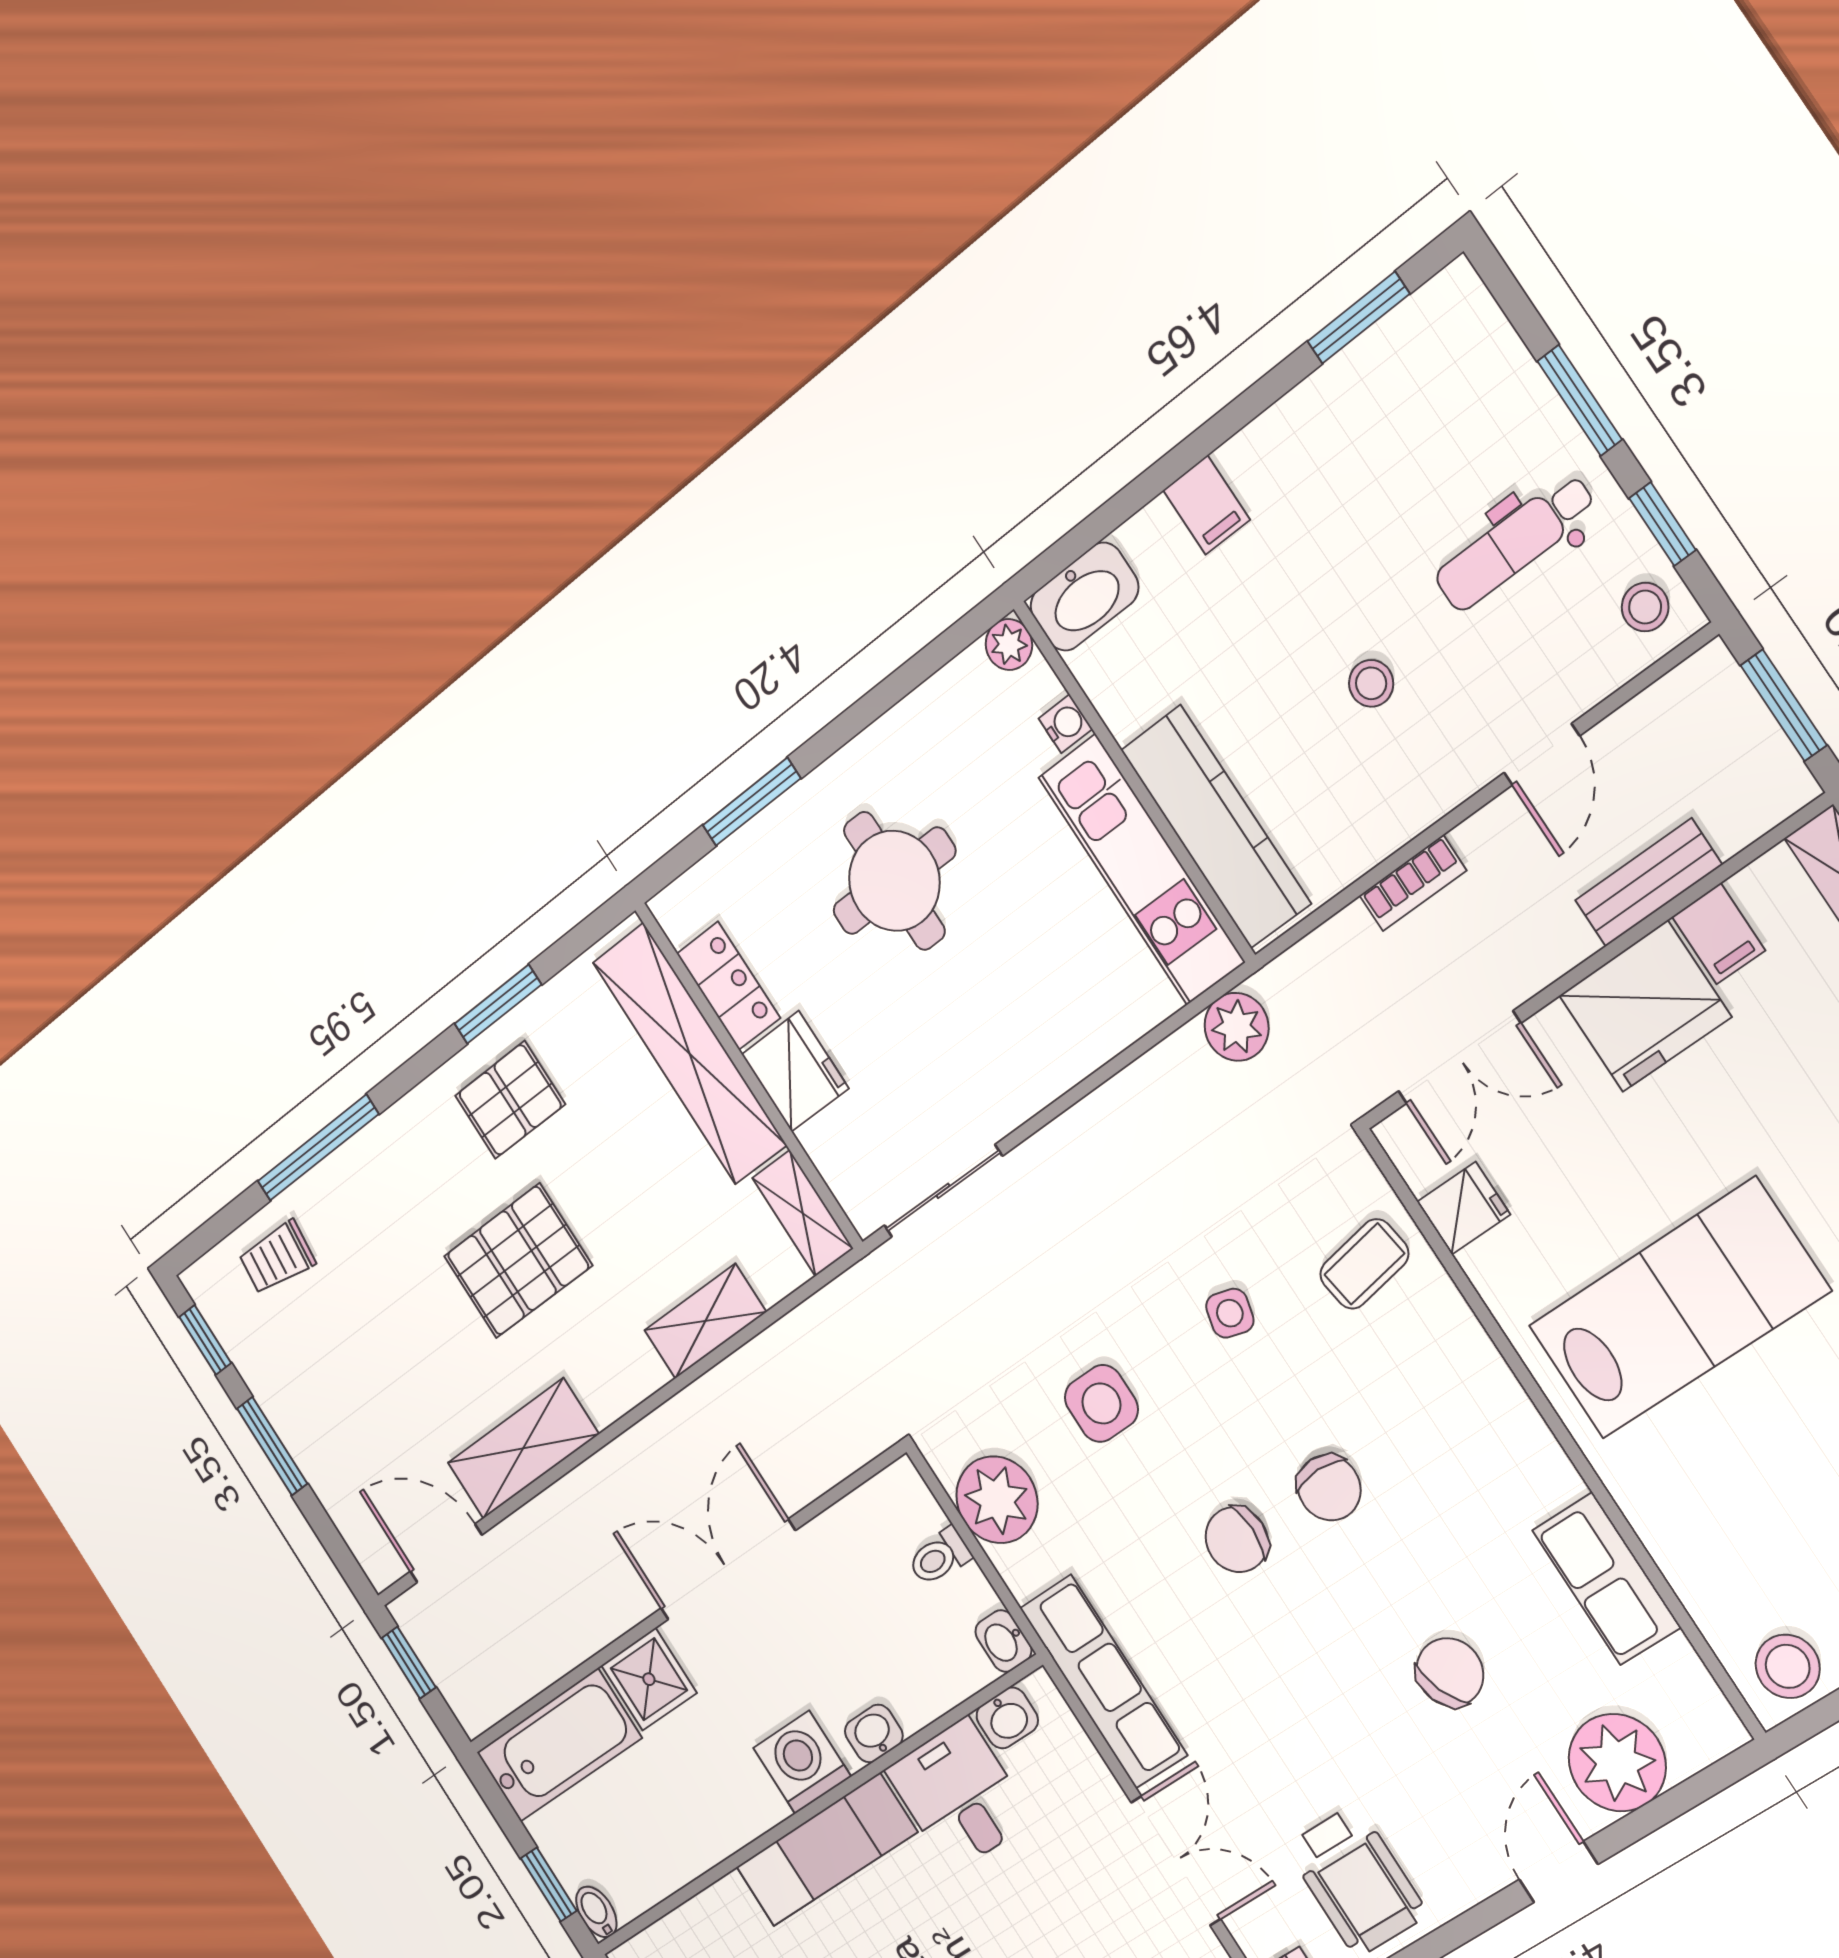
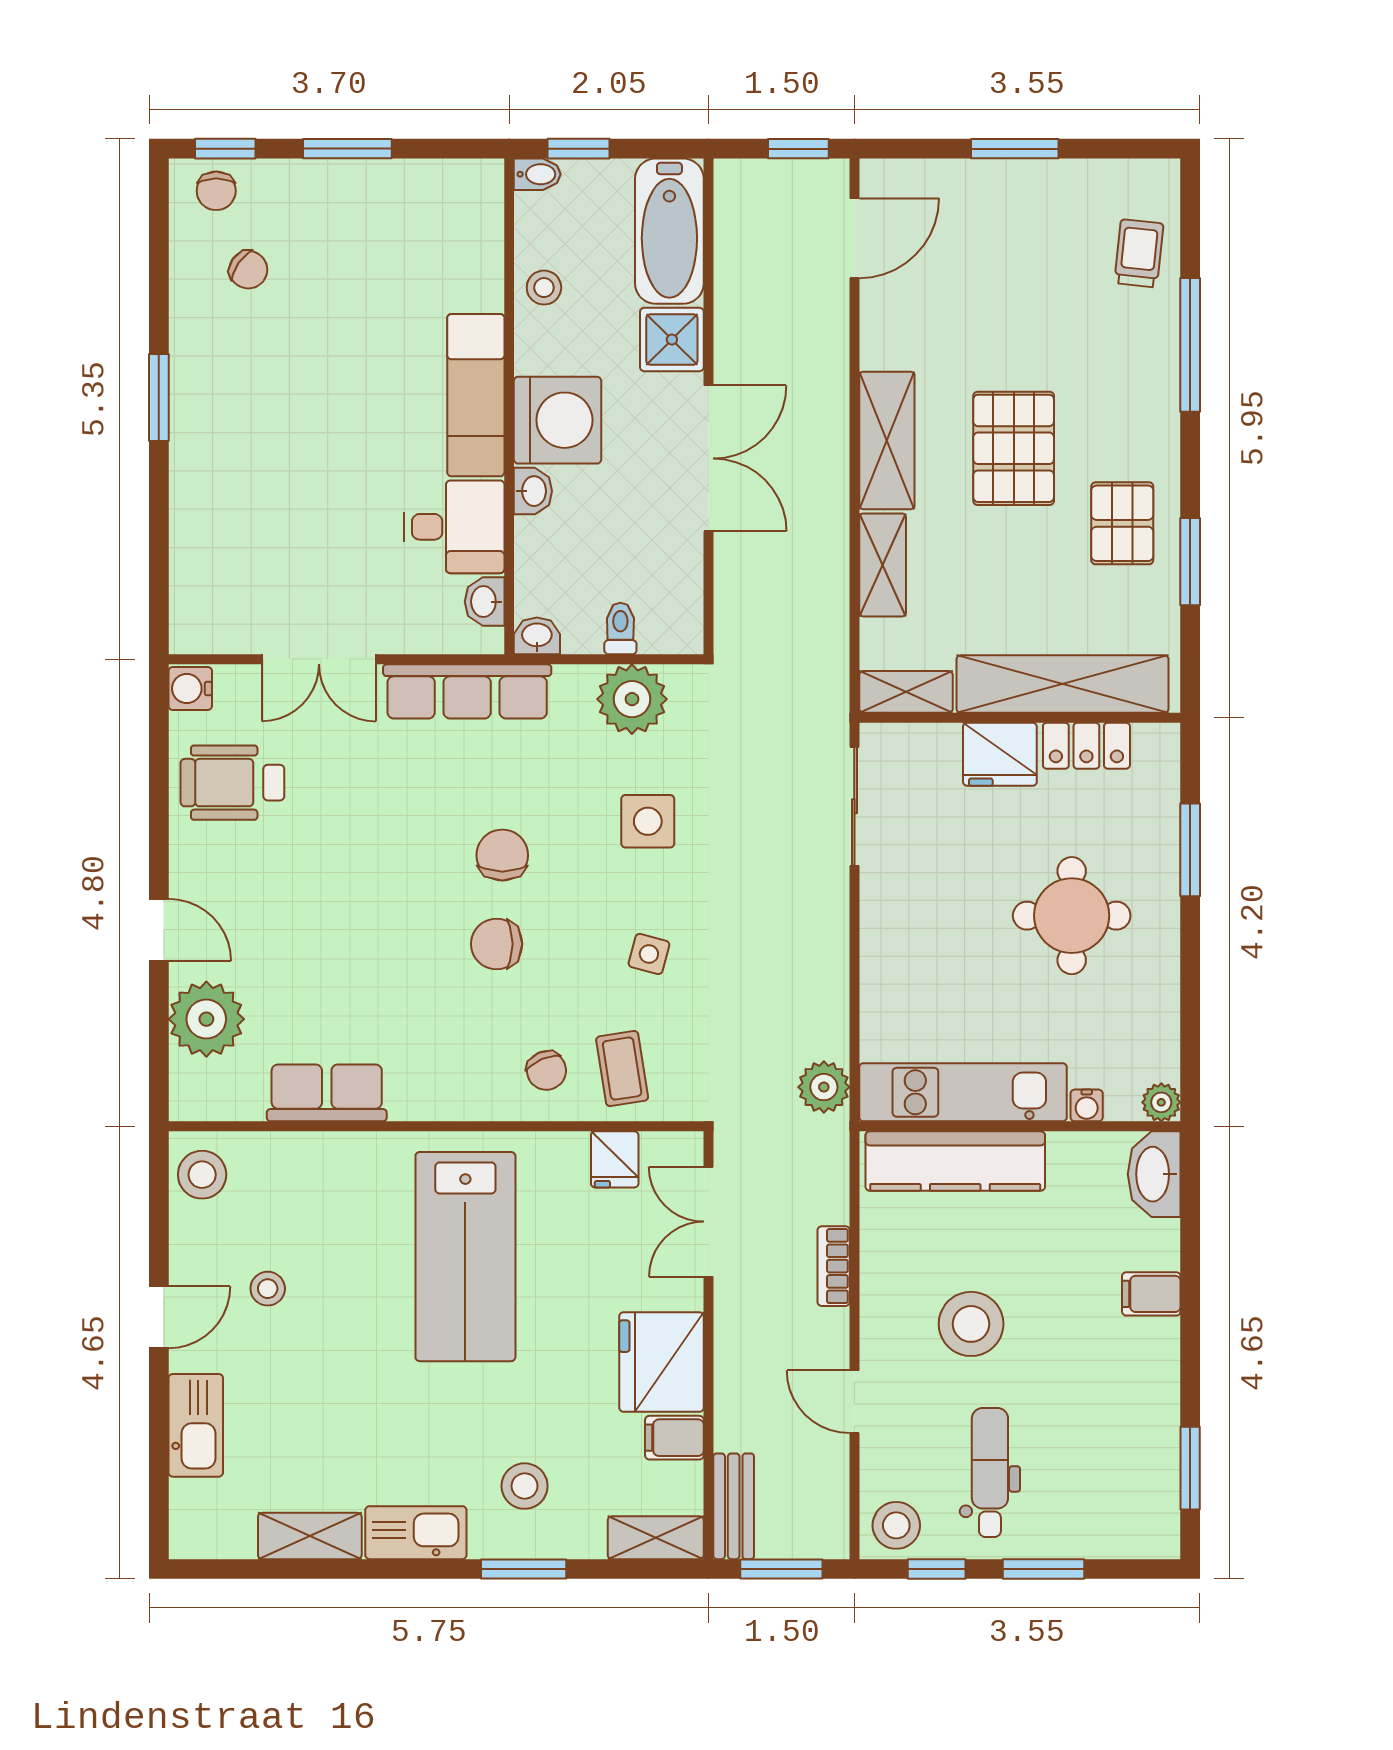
stool: (1645, 607) -> (896, 1525), width x1.37, depth x1.37
stool: (1371, 683) -> (971, 1324), width x1.89, depth x1.89
bench: (1648, 883) -> (734, 1506), moved
window: (205, 1340) -> (1122, 149), removed
shelving: (523, 1448) -> (887, 440), moved
chair: (1450, 1672) -> (546, 1071), moved, width x0.73, depth x0.73
washing machine: (802, 1762) -> (558, 420), width x1.37, depth x1.37
stool: (688, 1841) -> (544, 288), added

